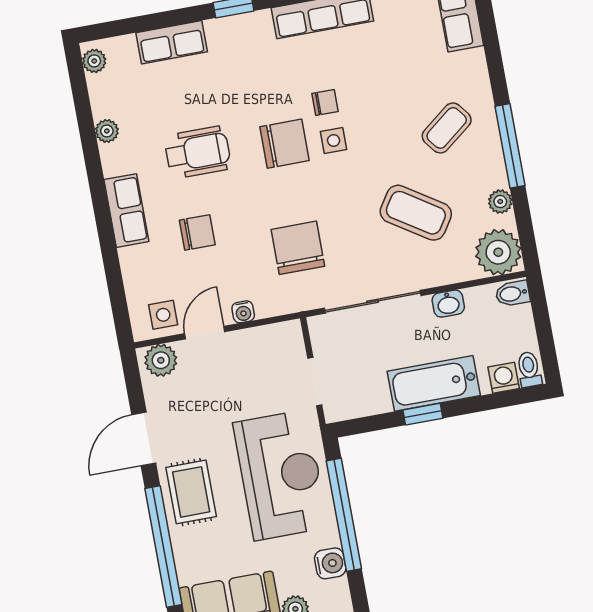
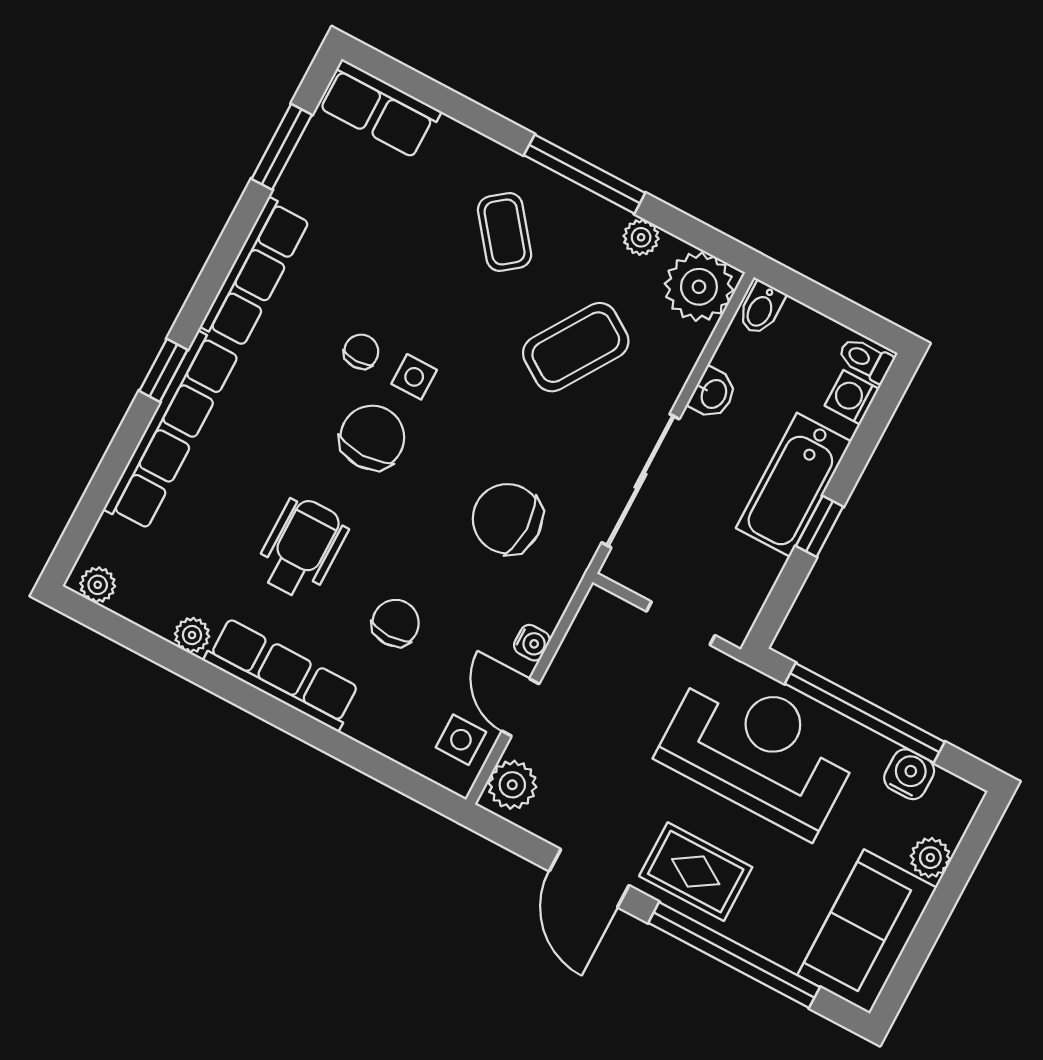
row of seats: (172, 42) -> (172, 431), width x2.02
row of seats: (126, 211) -> (282, 674), width x1.48

